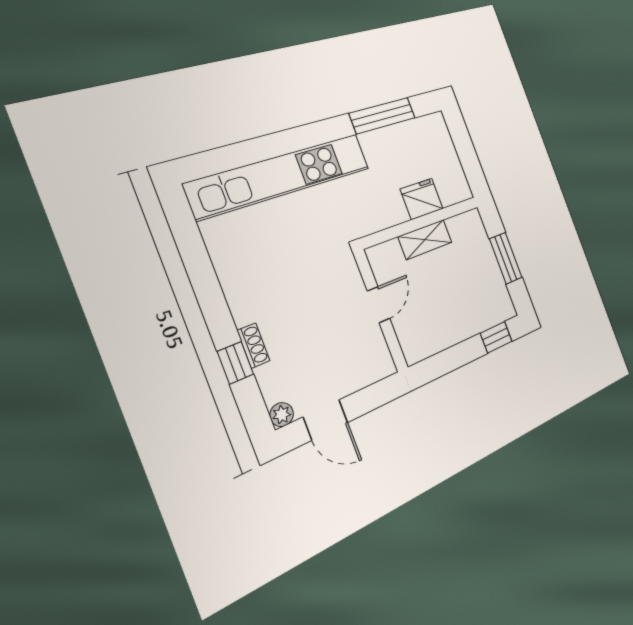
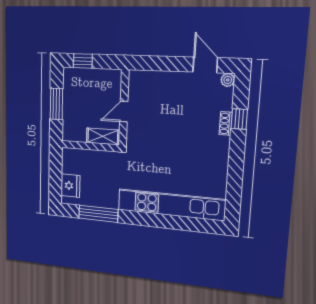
fridge: (422, 199) -> (70, 186), moved, turned -90
door: (378, 305) -> (124, 112), moved
wall: (381, 311) -> (124, 108), moved

